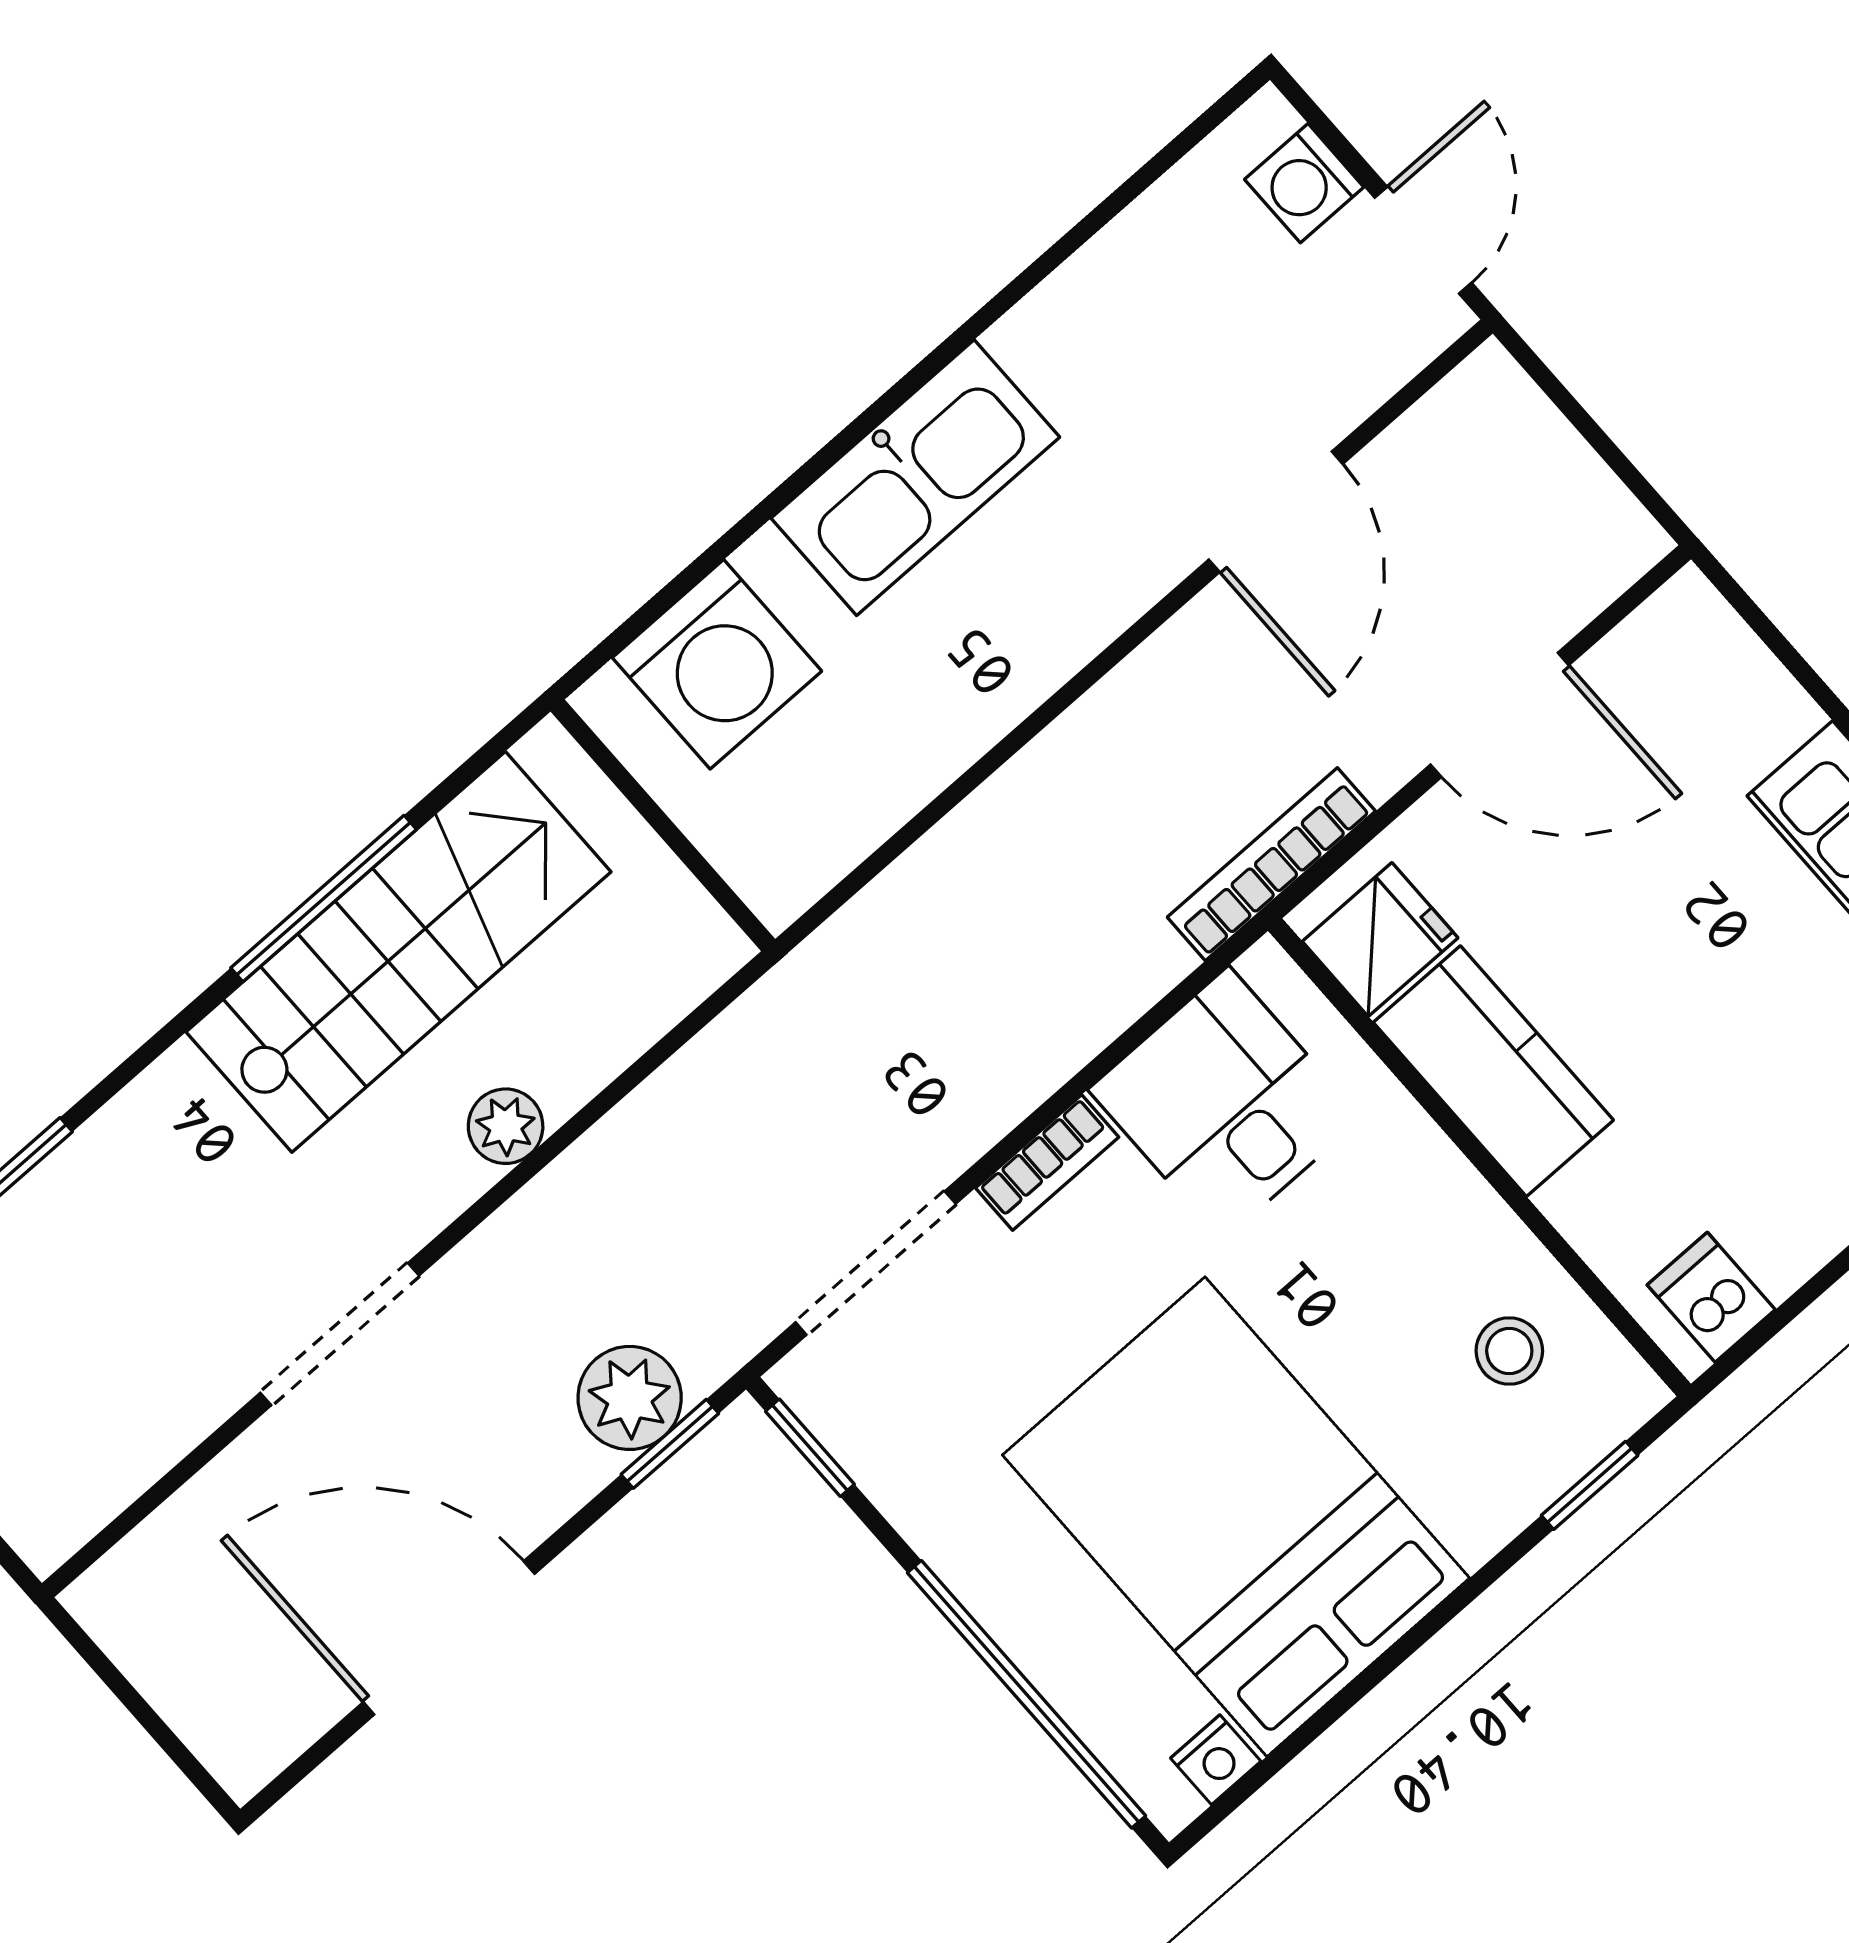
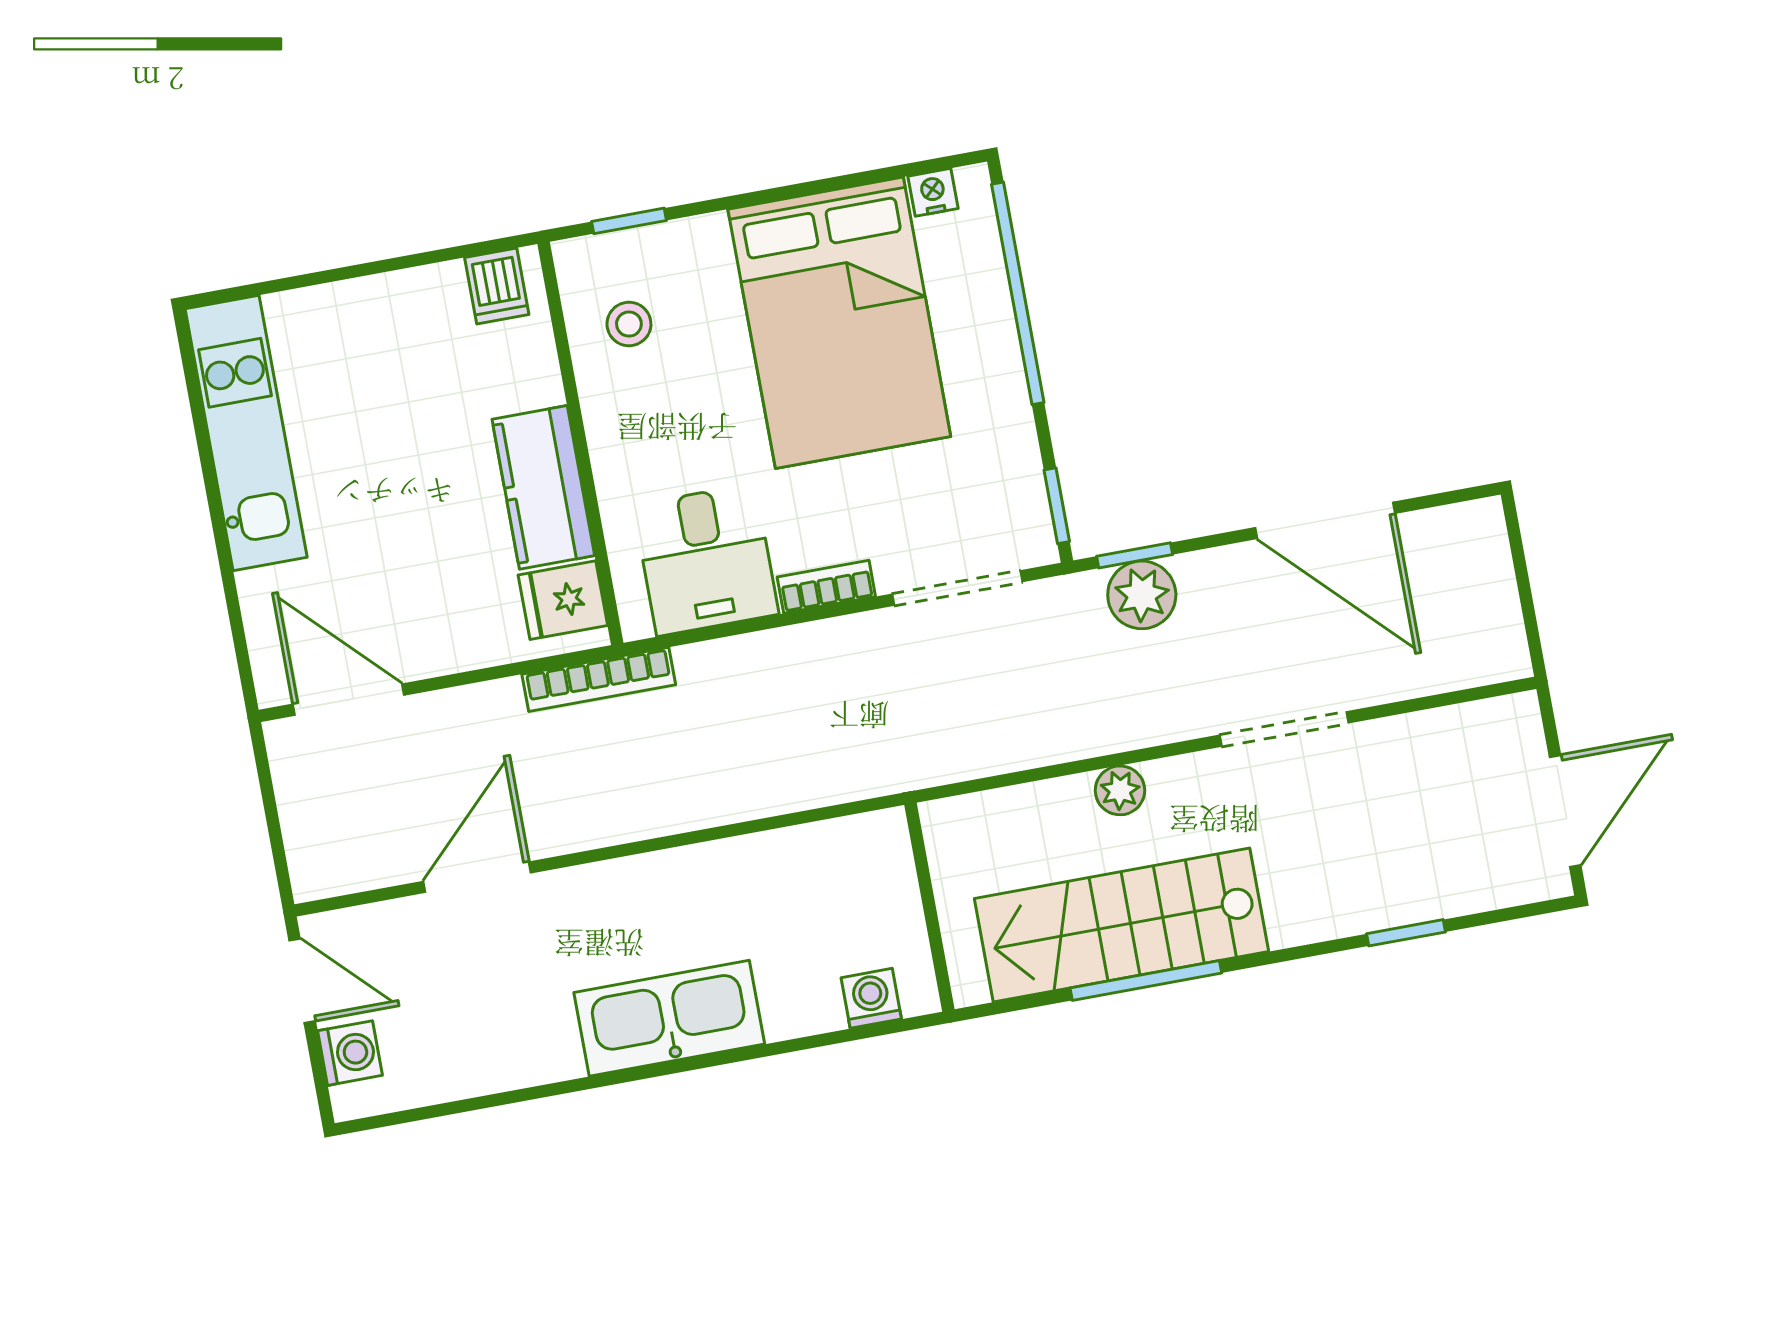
door: (1423, 240) -> (302, 981), swing flipped
washing machine: (717, 664) -> (871, 998), width x0.53, depth x0.53
door: (1500, 715) -> (349, 700), moved

